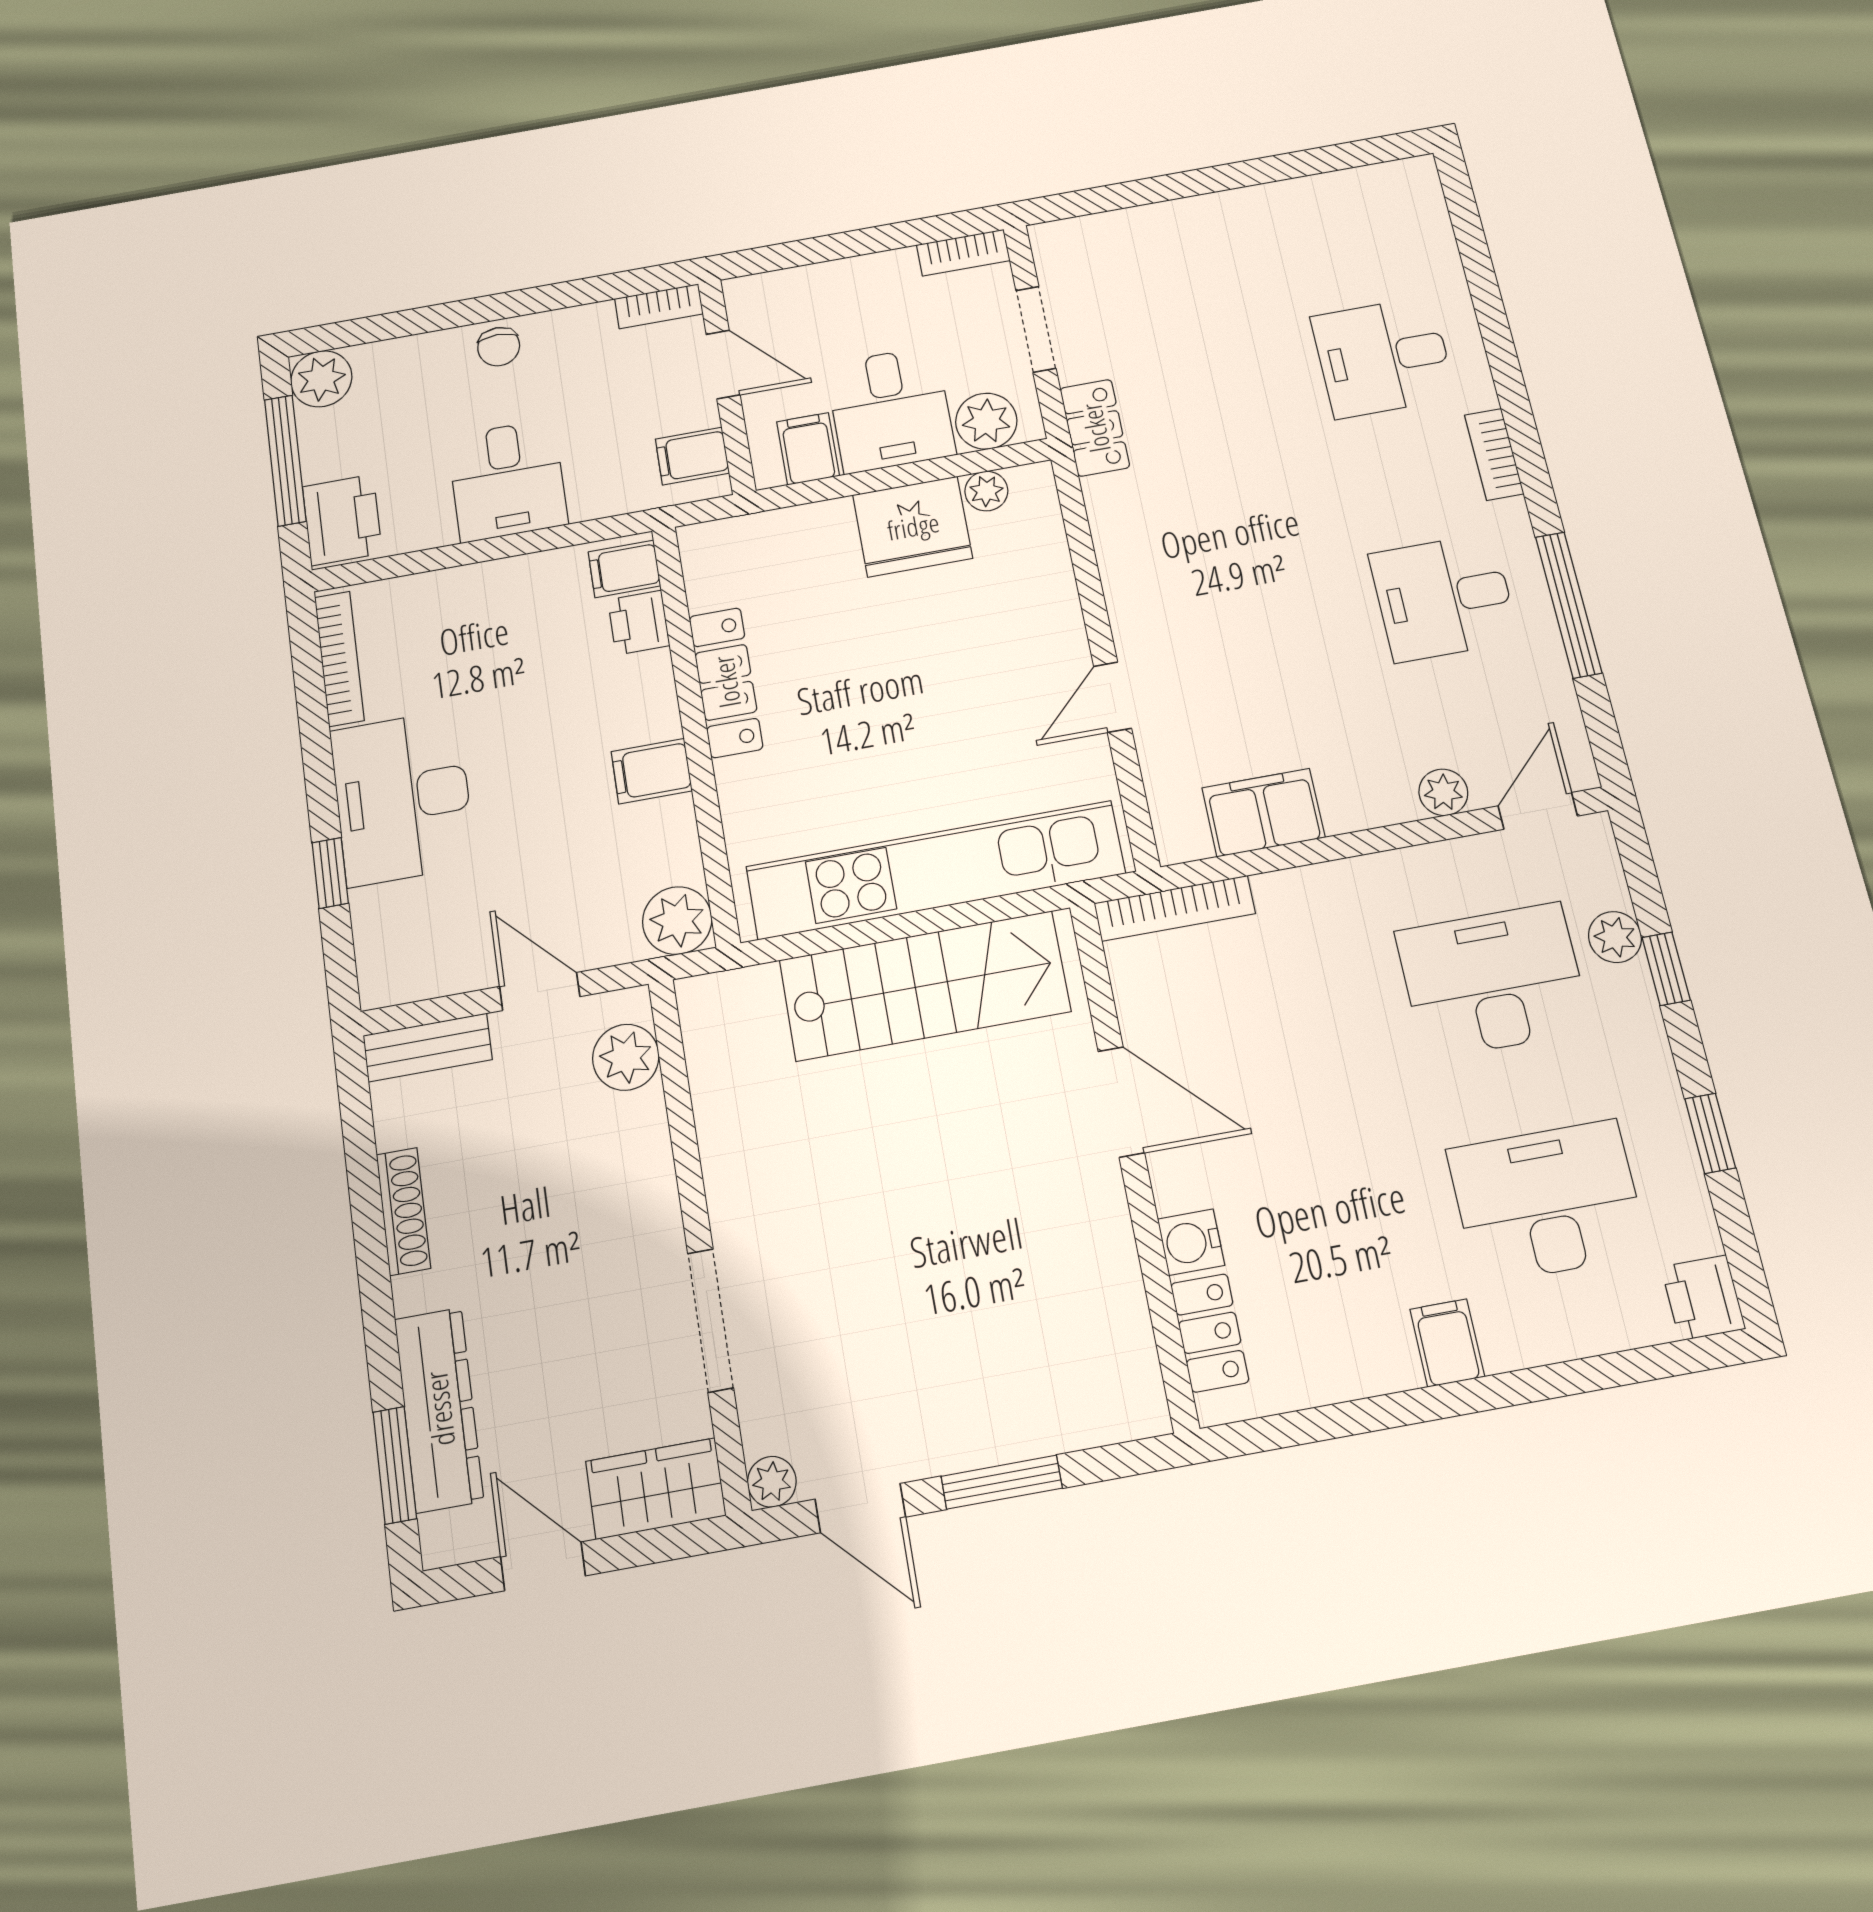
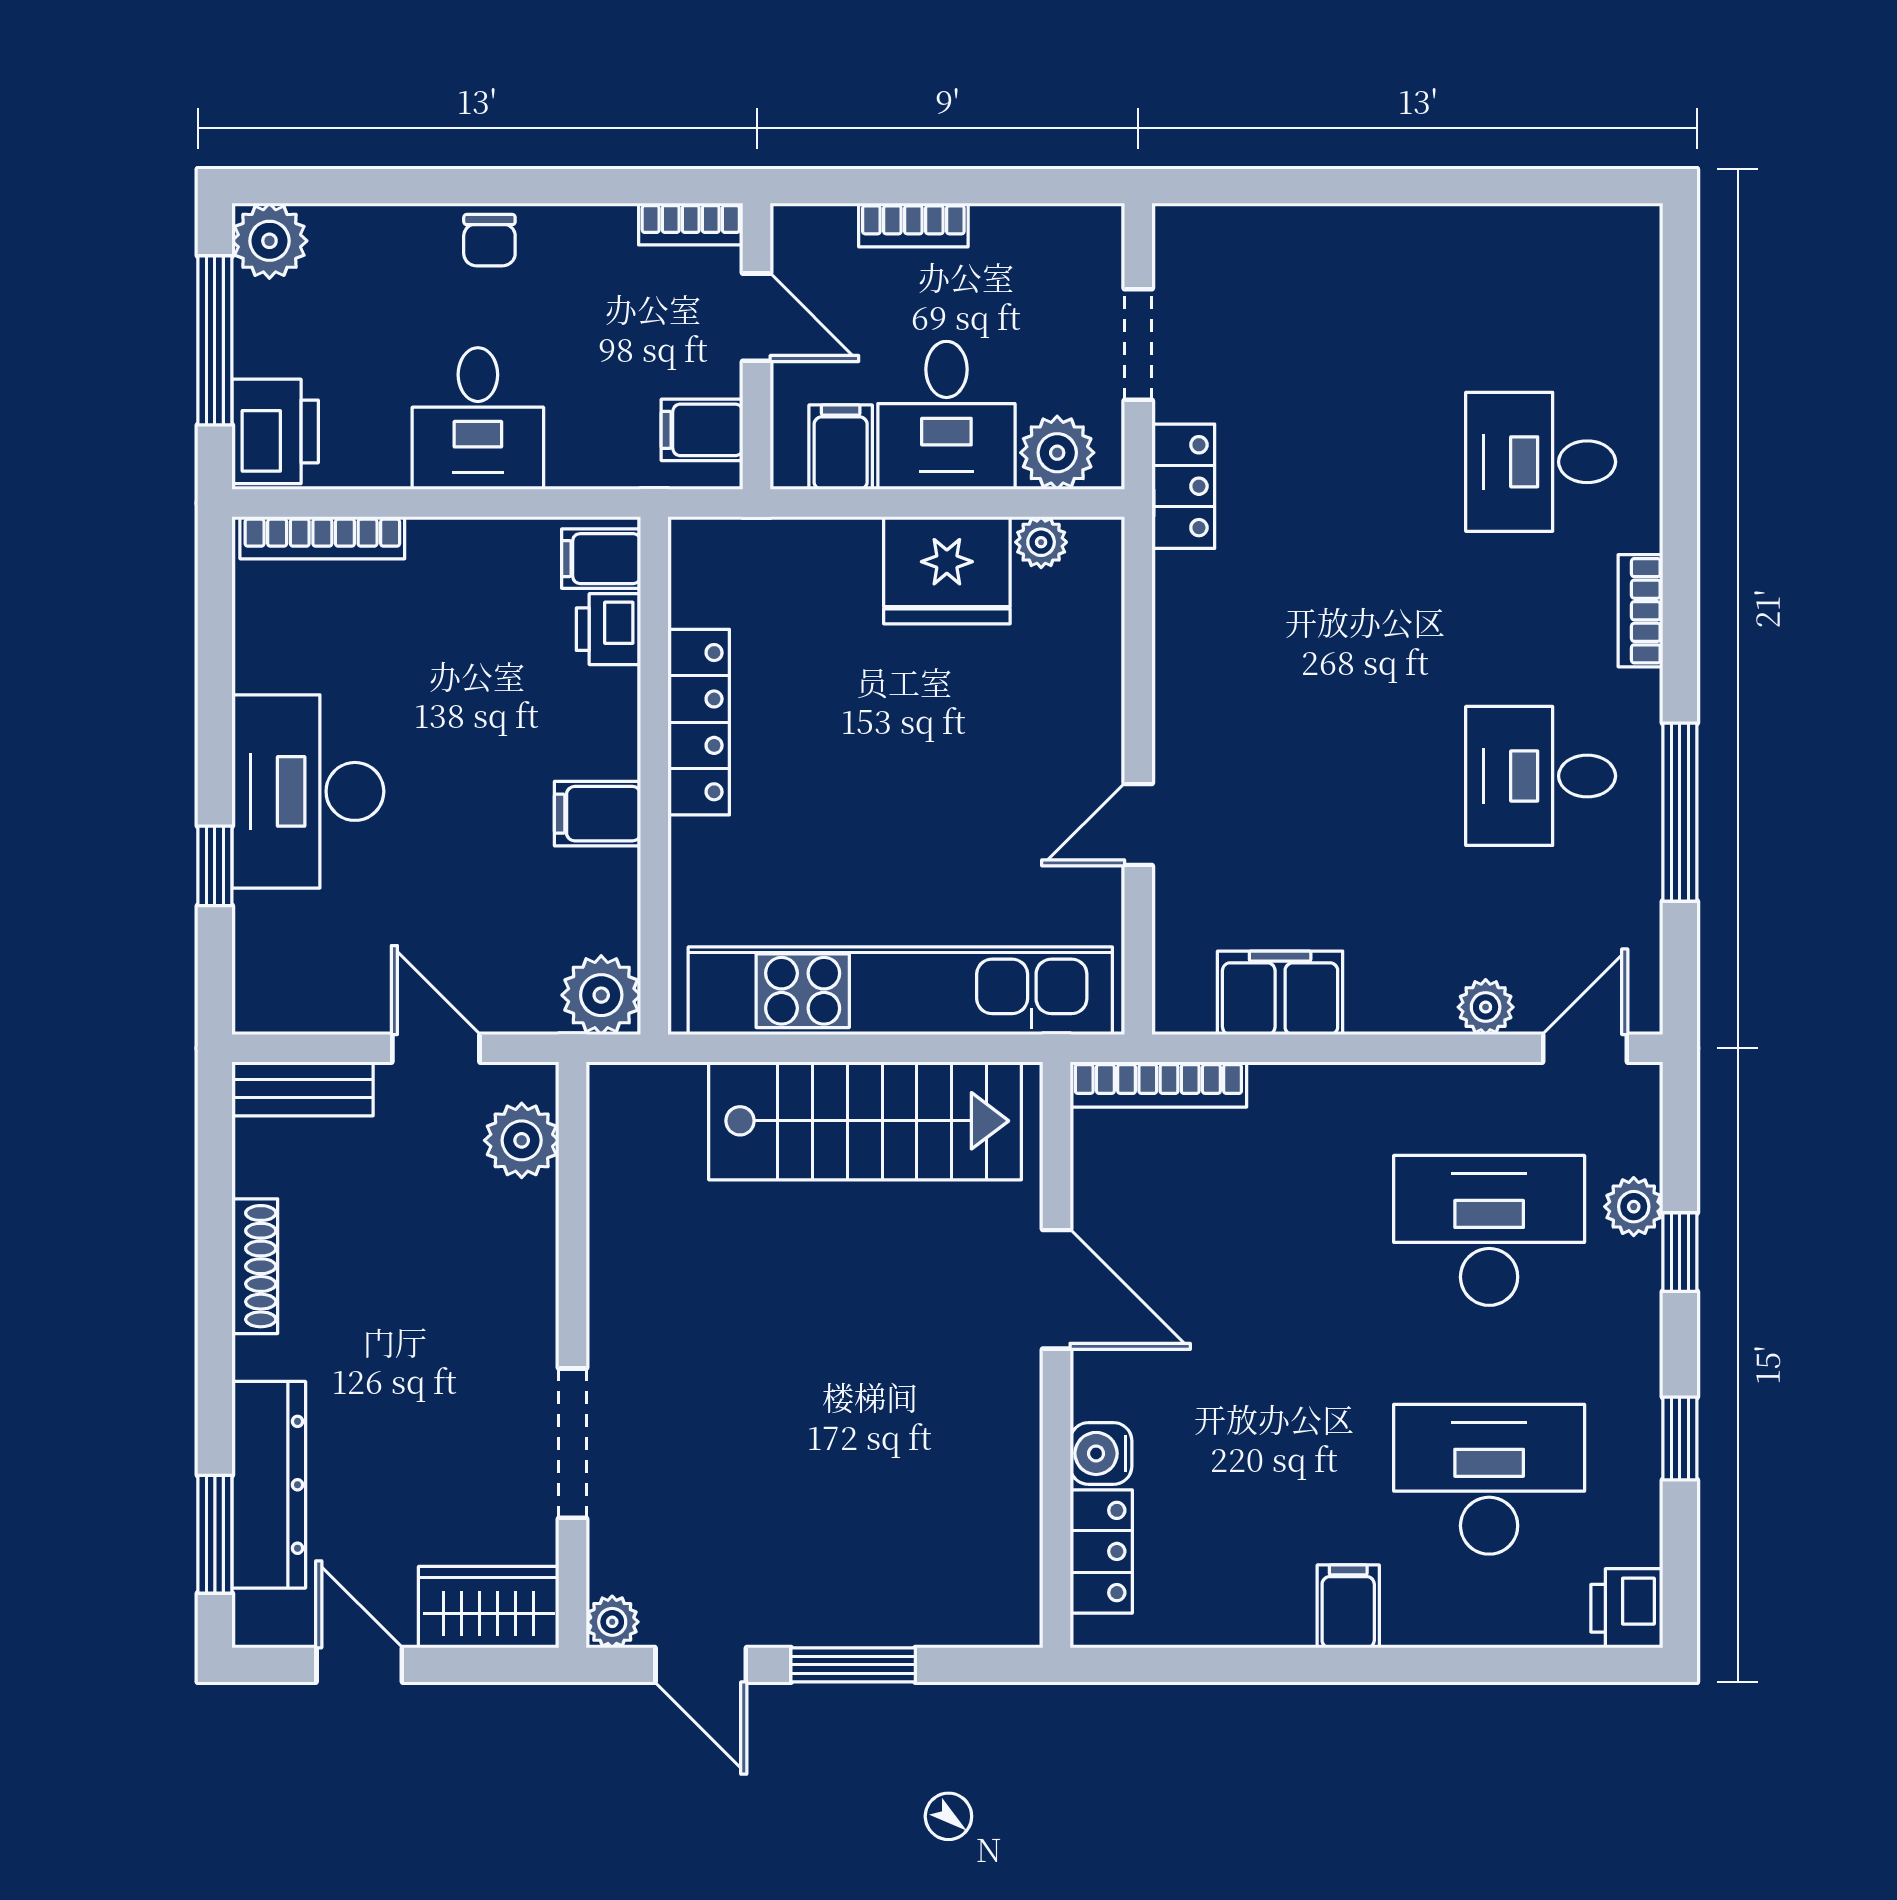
bookcase: (963, 253) -> (913, 225), moved
bookcase: (339, 659) -> (322, 538), moved, turned 90

